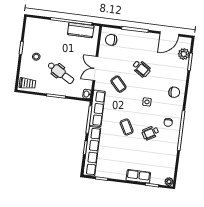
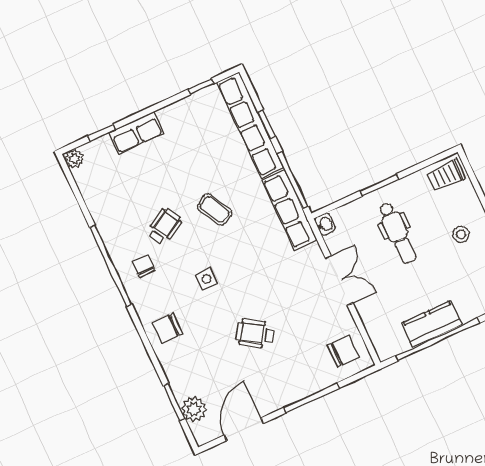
kitchen counter: (81, 30) -> (432, 324), moved
dental chair: (61, 73) -> (397, 233), turned -120
coffee table: (118, 84) -> (279, 279), removed

